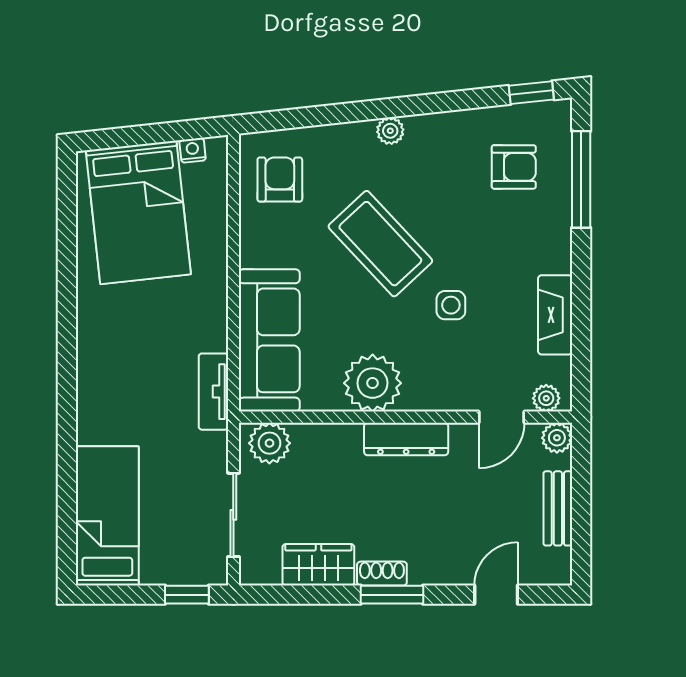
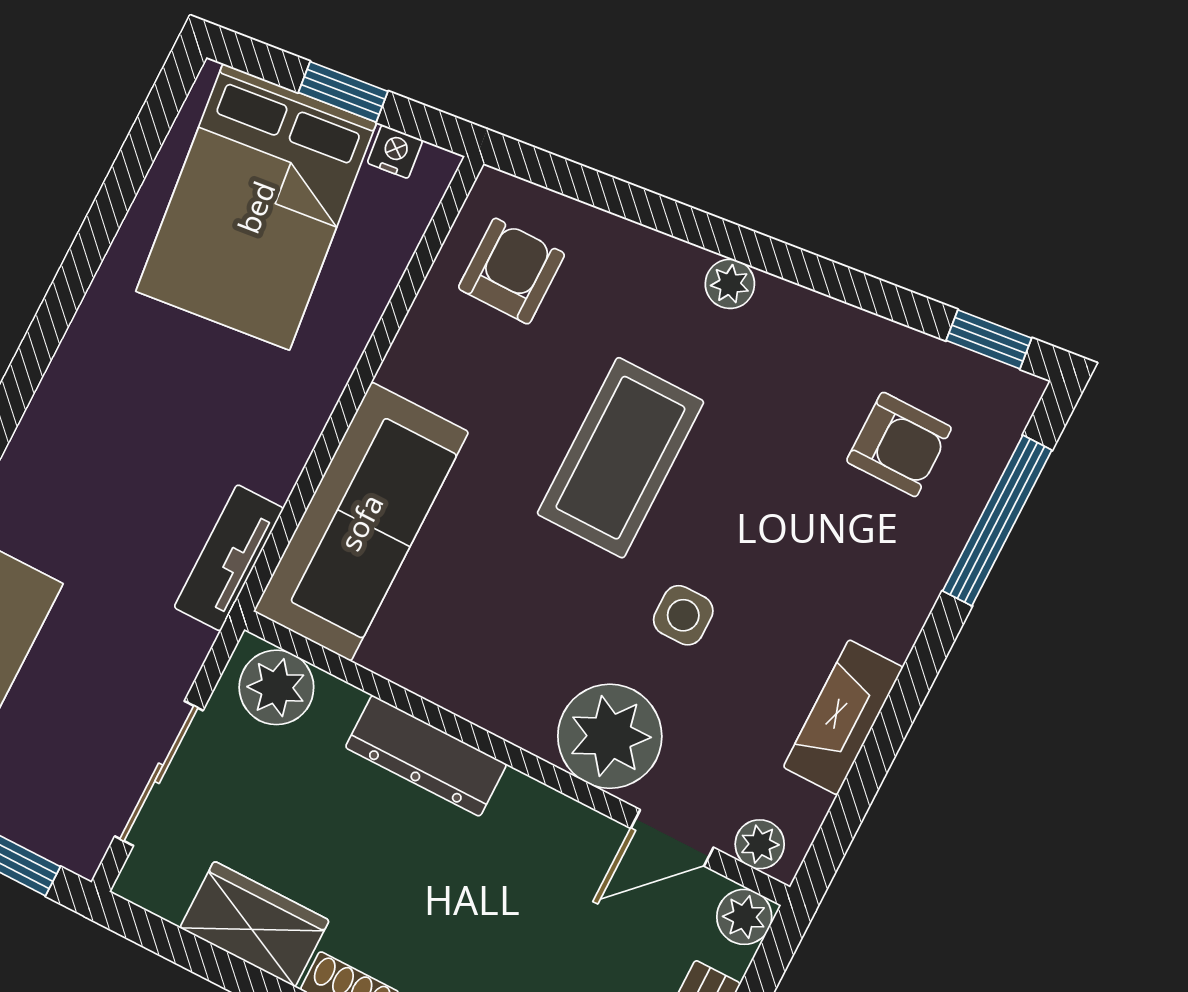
window: (152, 134) -> (343, 92), added
coffee table: (380, 244) -> (621, 458), turned 43
plant: (373, 383) -> (610, 736), moved
dresser: (406, 439) -> (426, 756), moved

